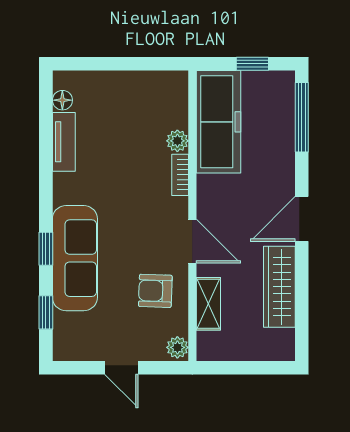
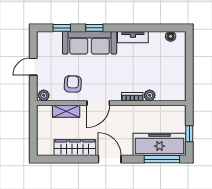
freezer: (218, 122) -> (160, 144), moved, turned 180
tv unit: (64, 142) -> (133, 37), moved

